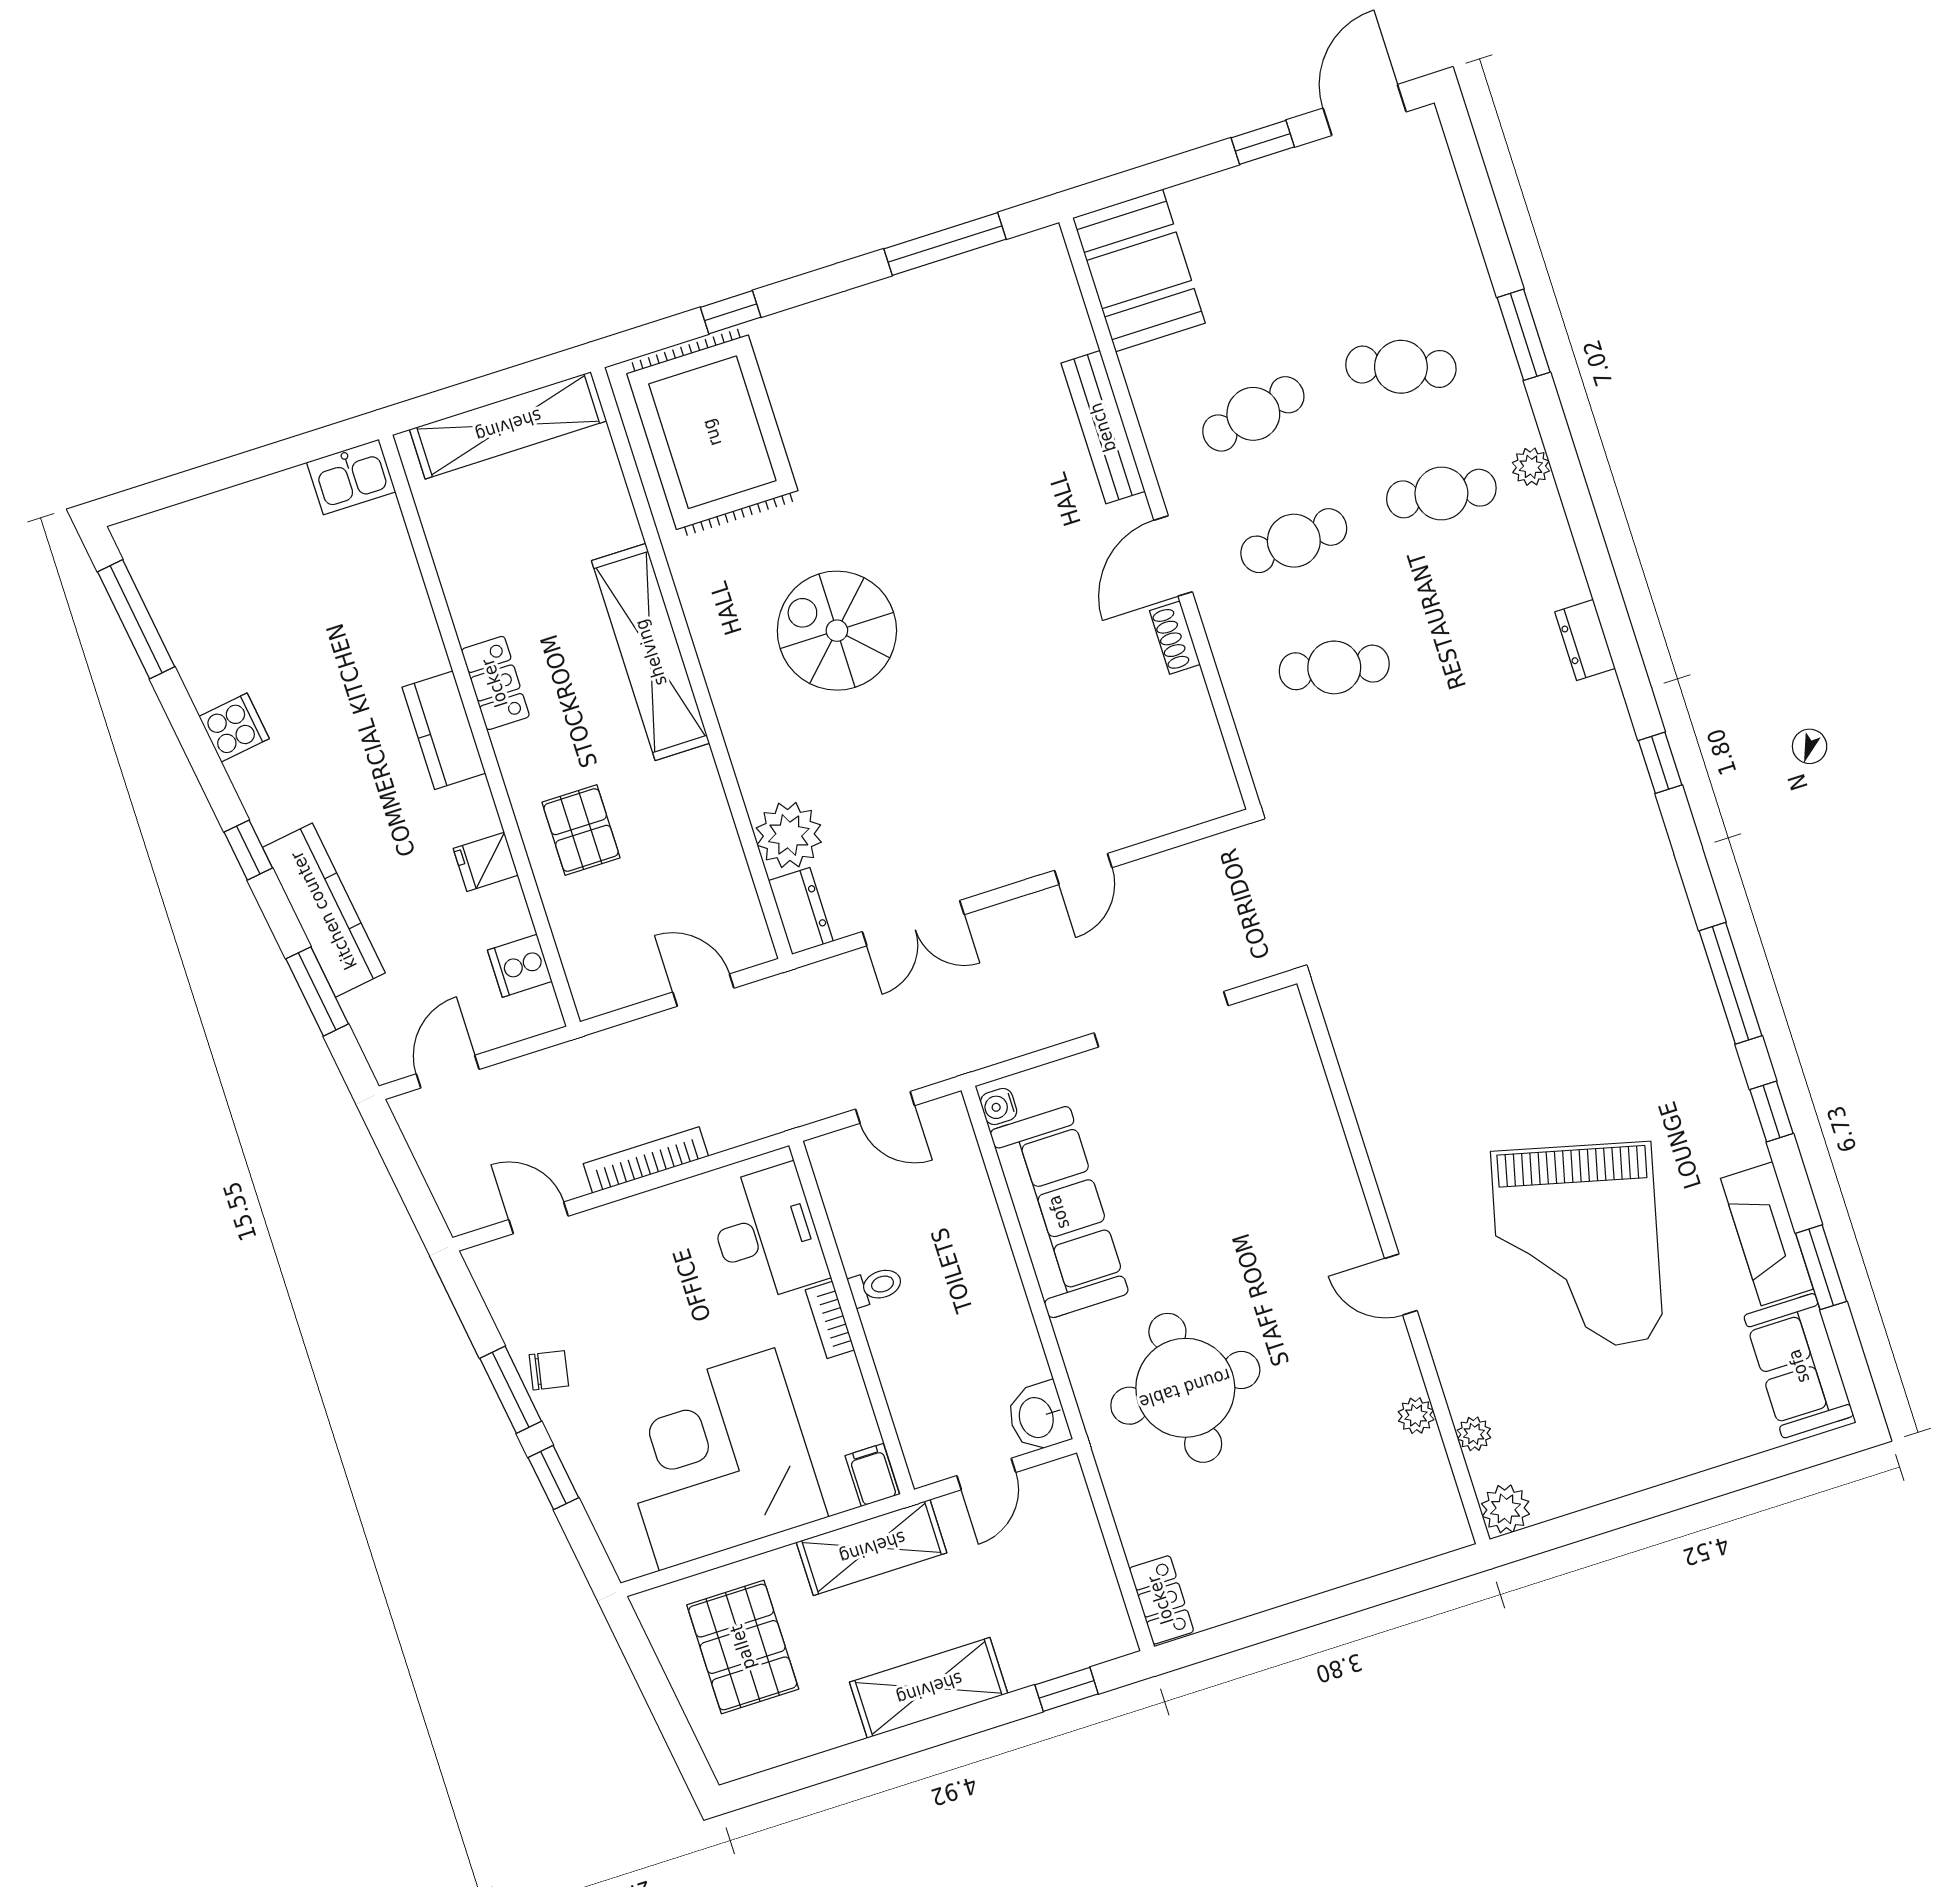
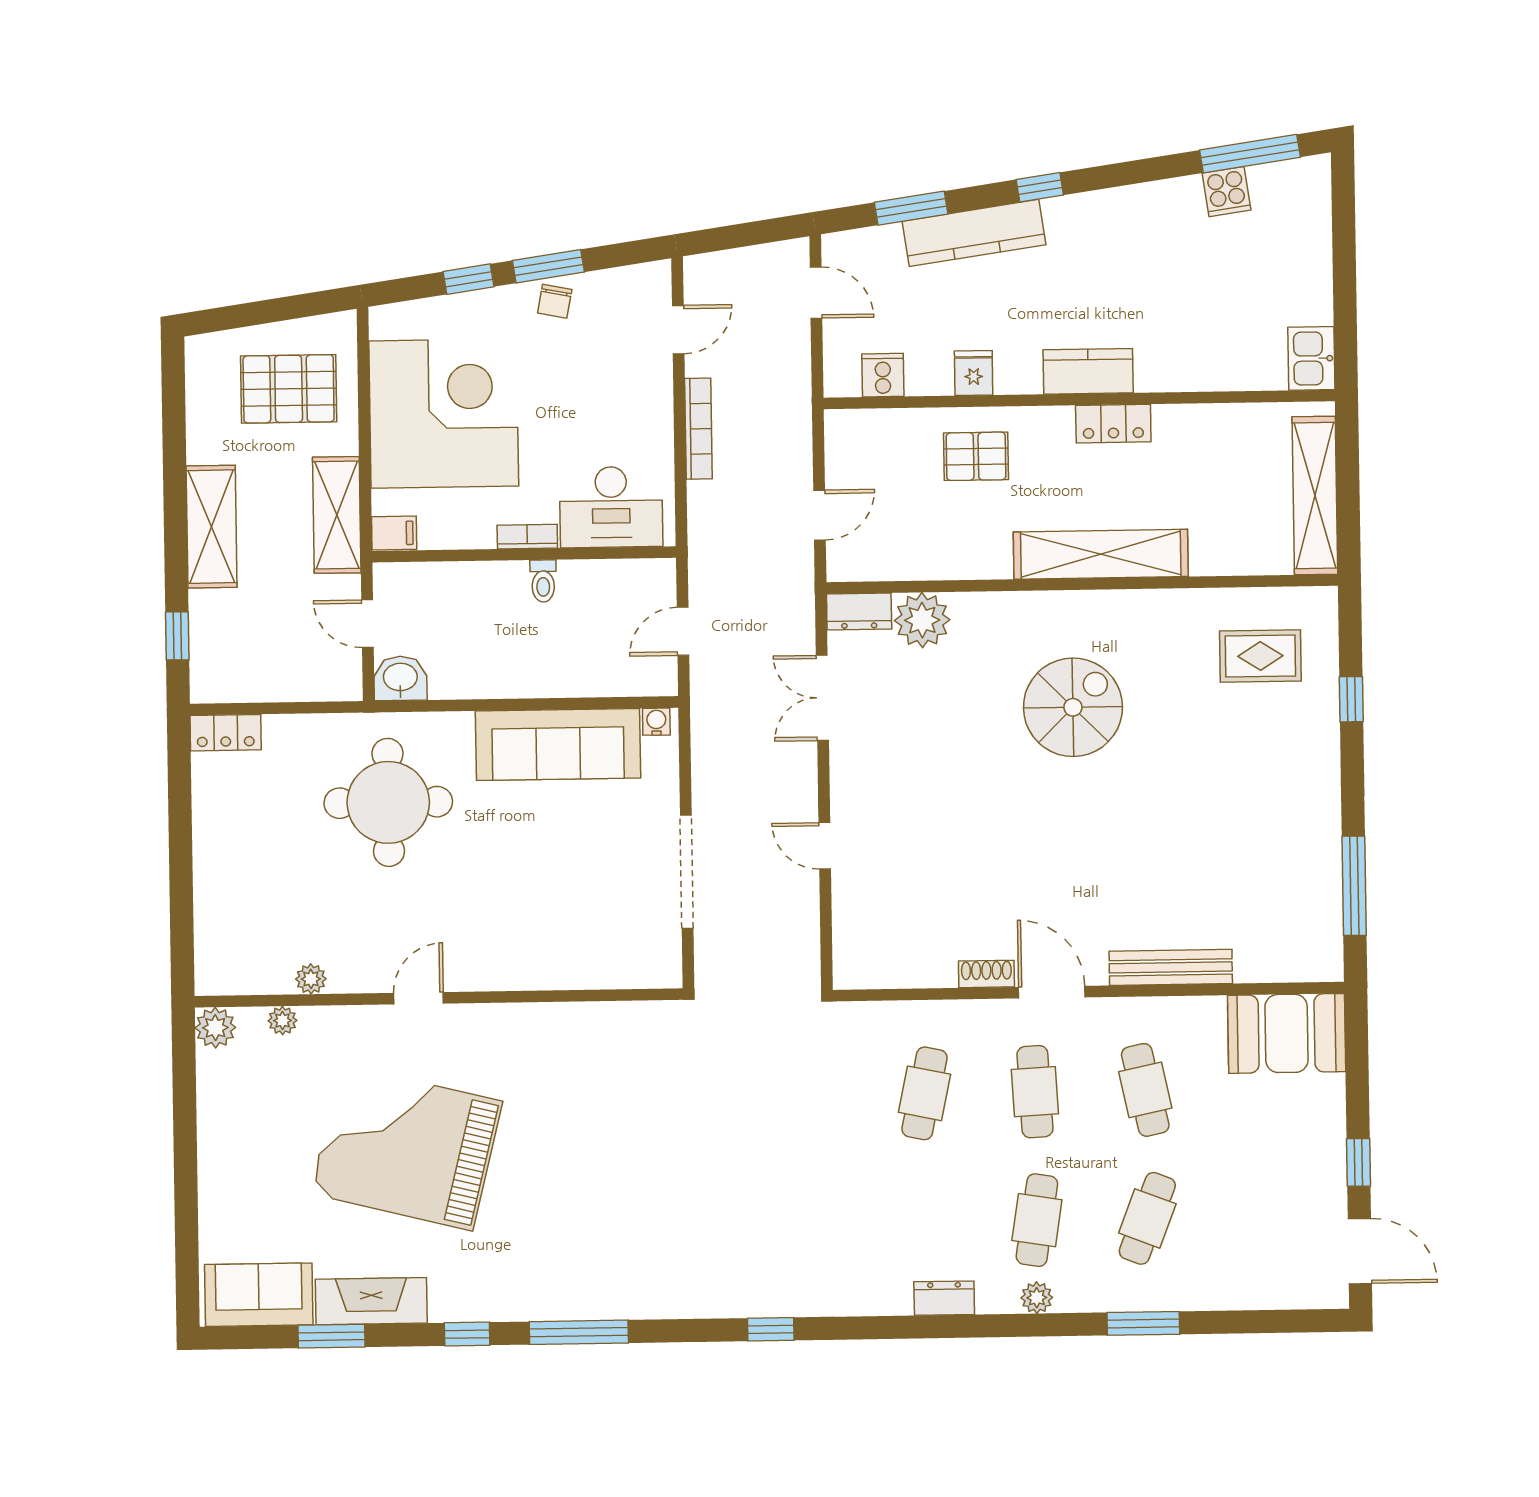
rug: (712, 432) -> (1260, 656), width x0.54, depth x0.49
dresser: (1585, 640) -> (944, 1298), moved
cooker: (234, 727) -> (1226, 192), moved

